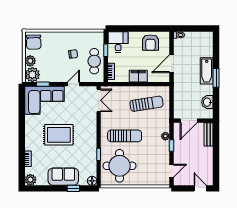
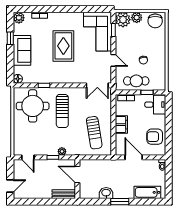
chair: (34, 42) -> (155, 21), turned -88
bathtub: (207, 71) -> (147, 192), moved
washbasin: (207, 102) -> (106, 193), moved
window: (73, 188) -> (10, 38), moved

